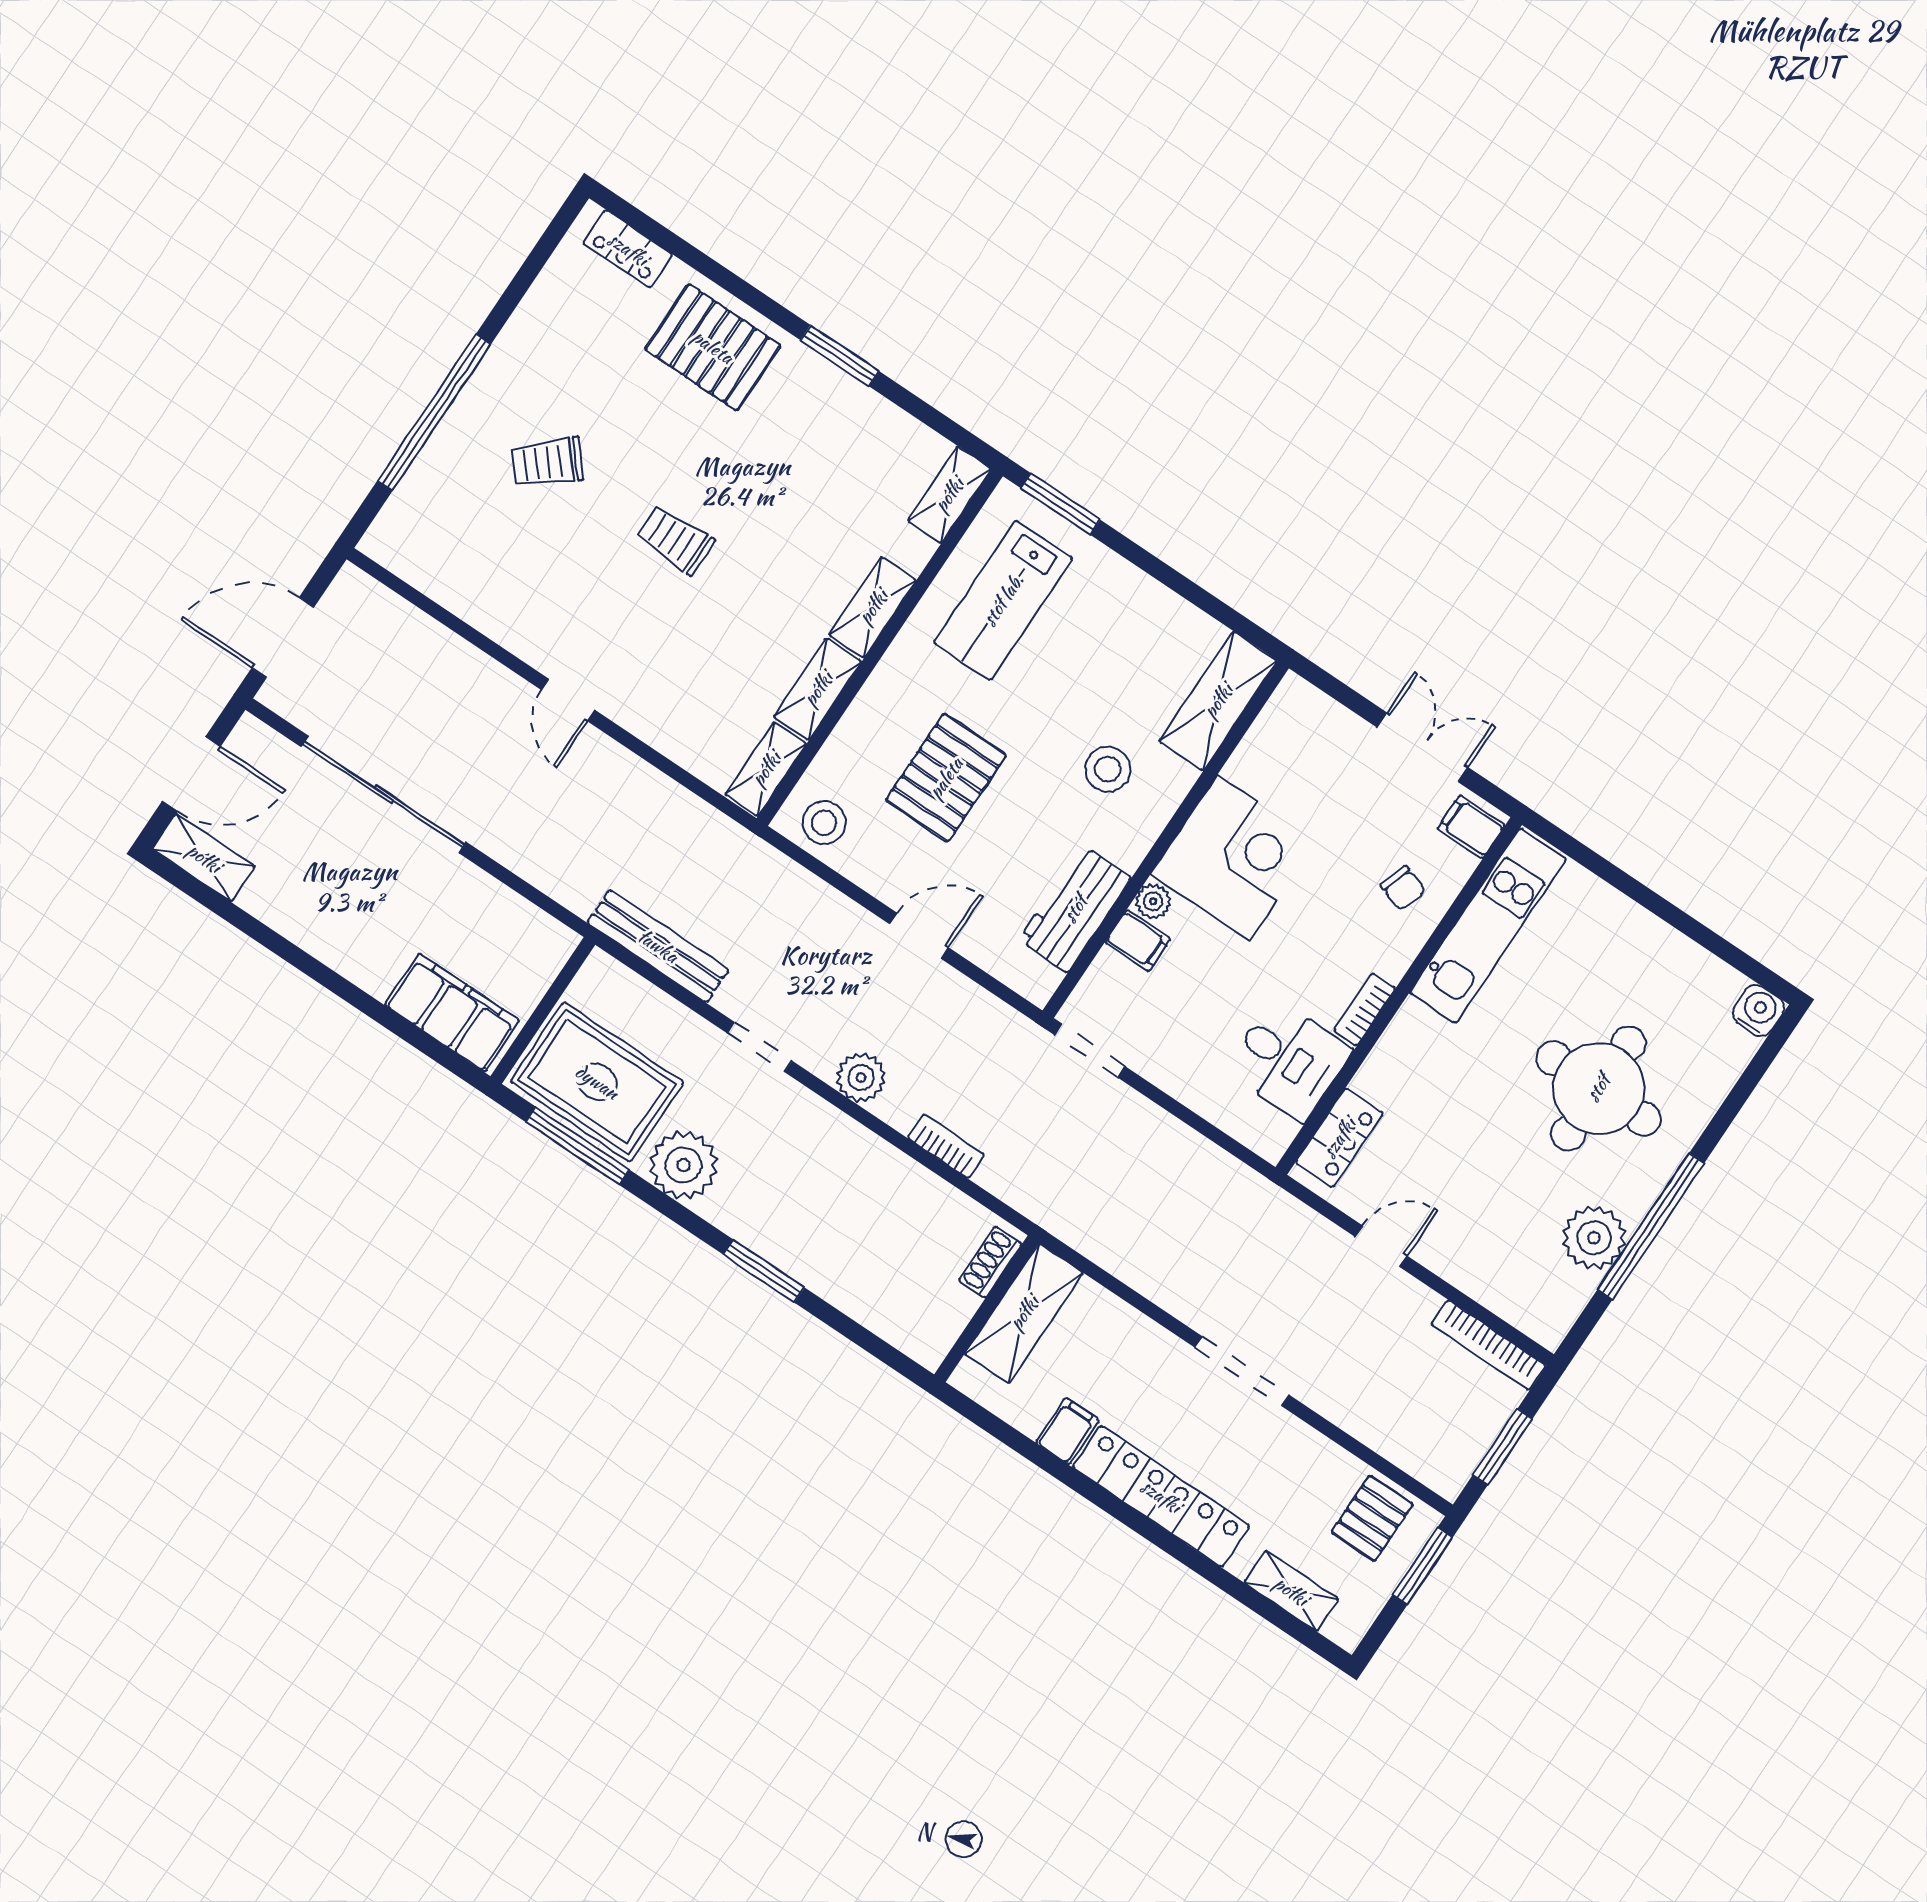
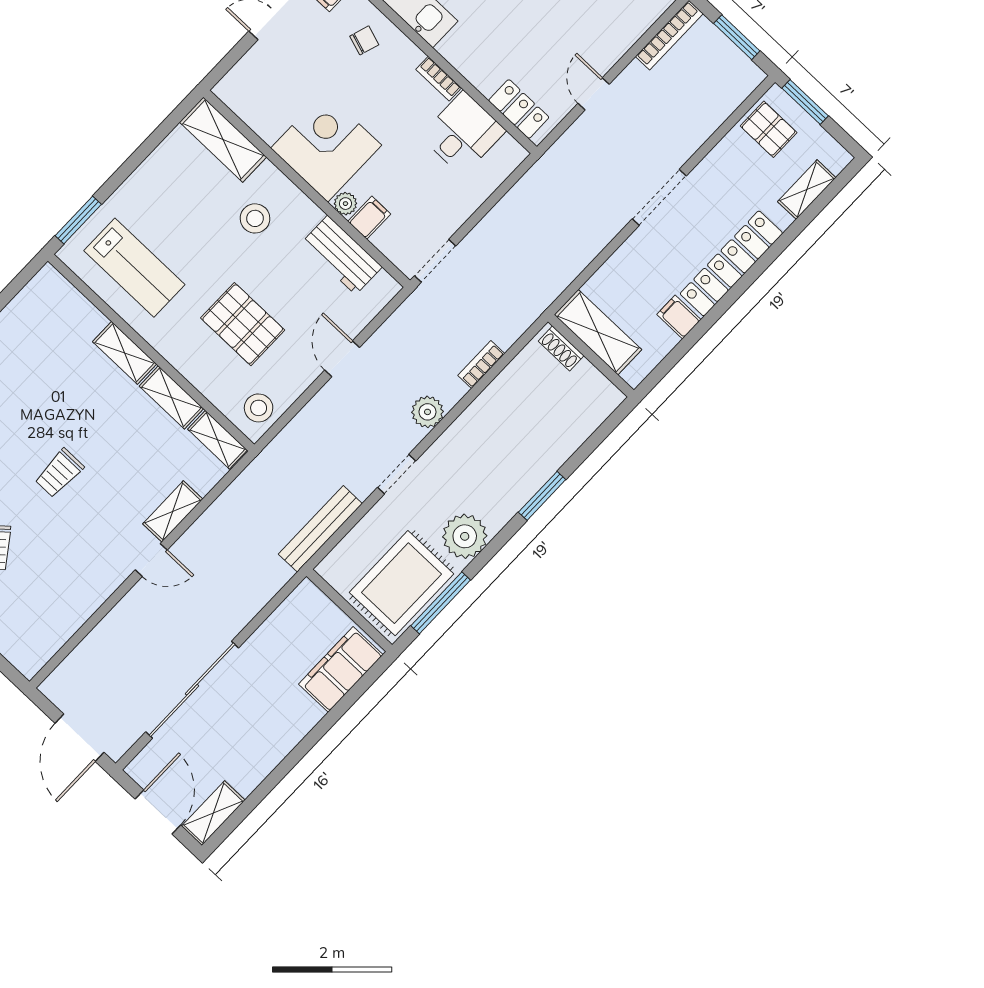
shelving: (949, 495) -> (173, 511), moved, turned 90

